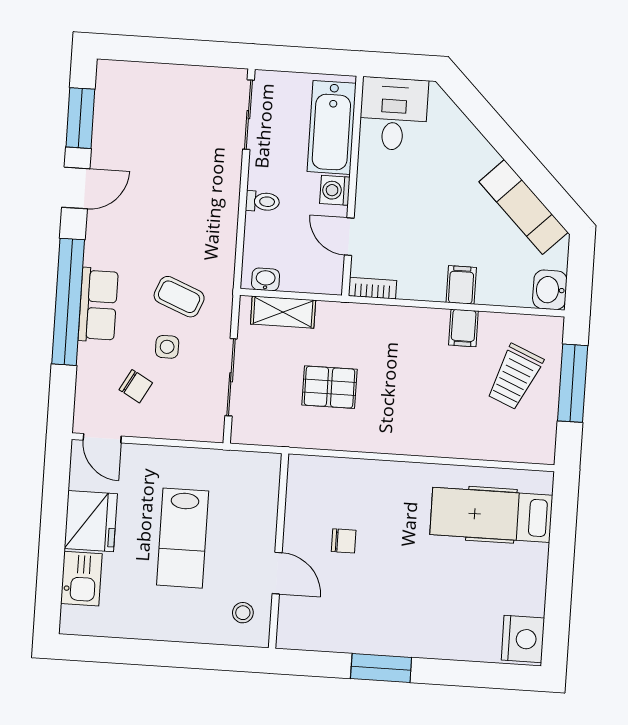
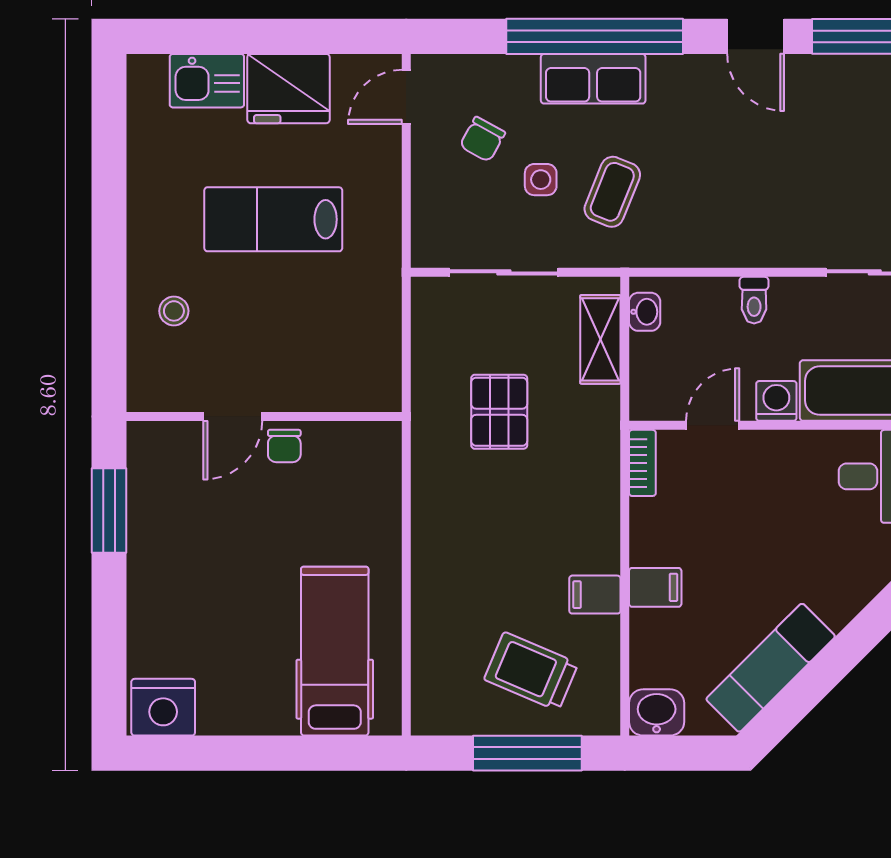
wall: (279, 551) -> (264, 417), moved
door: (277, 573) -> (233, 417), moved

